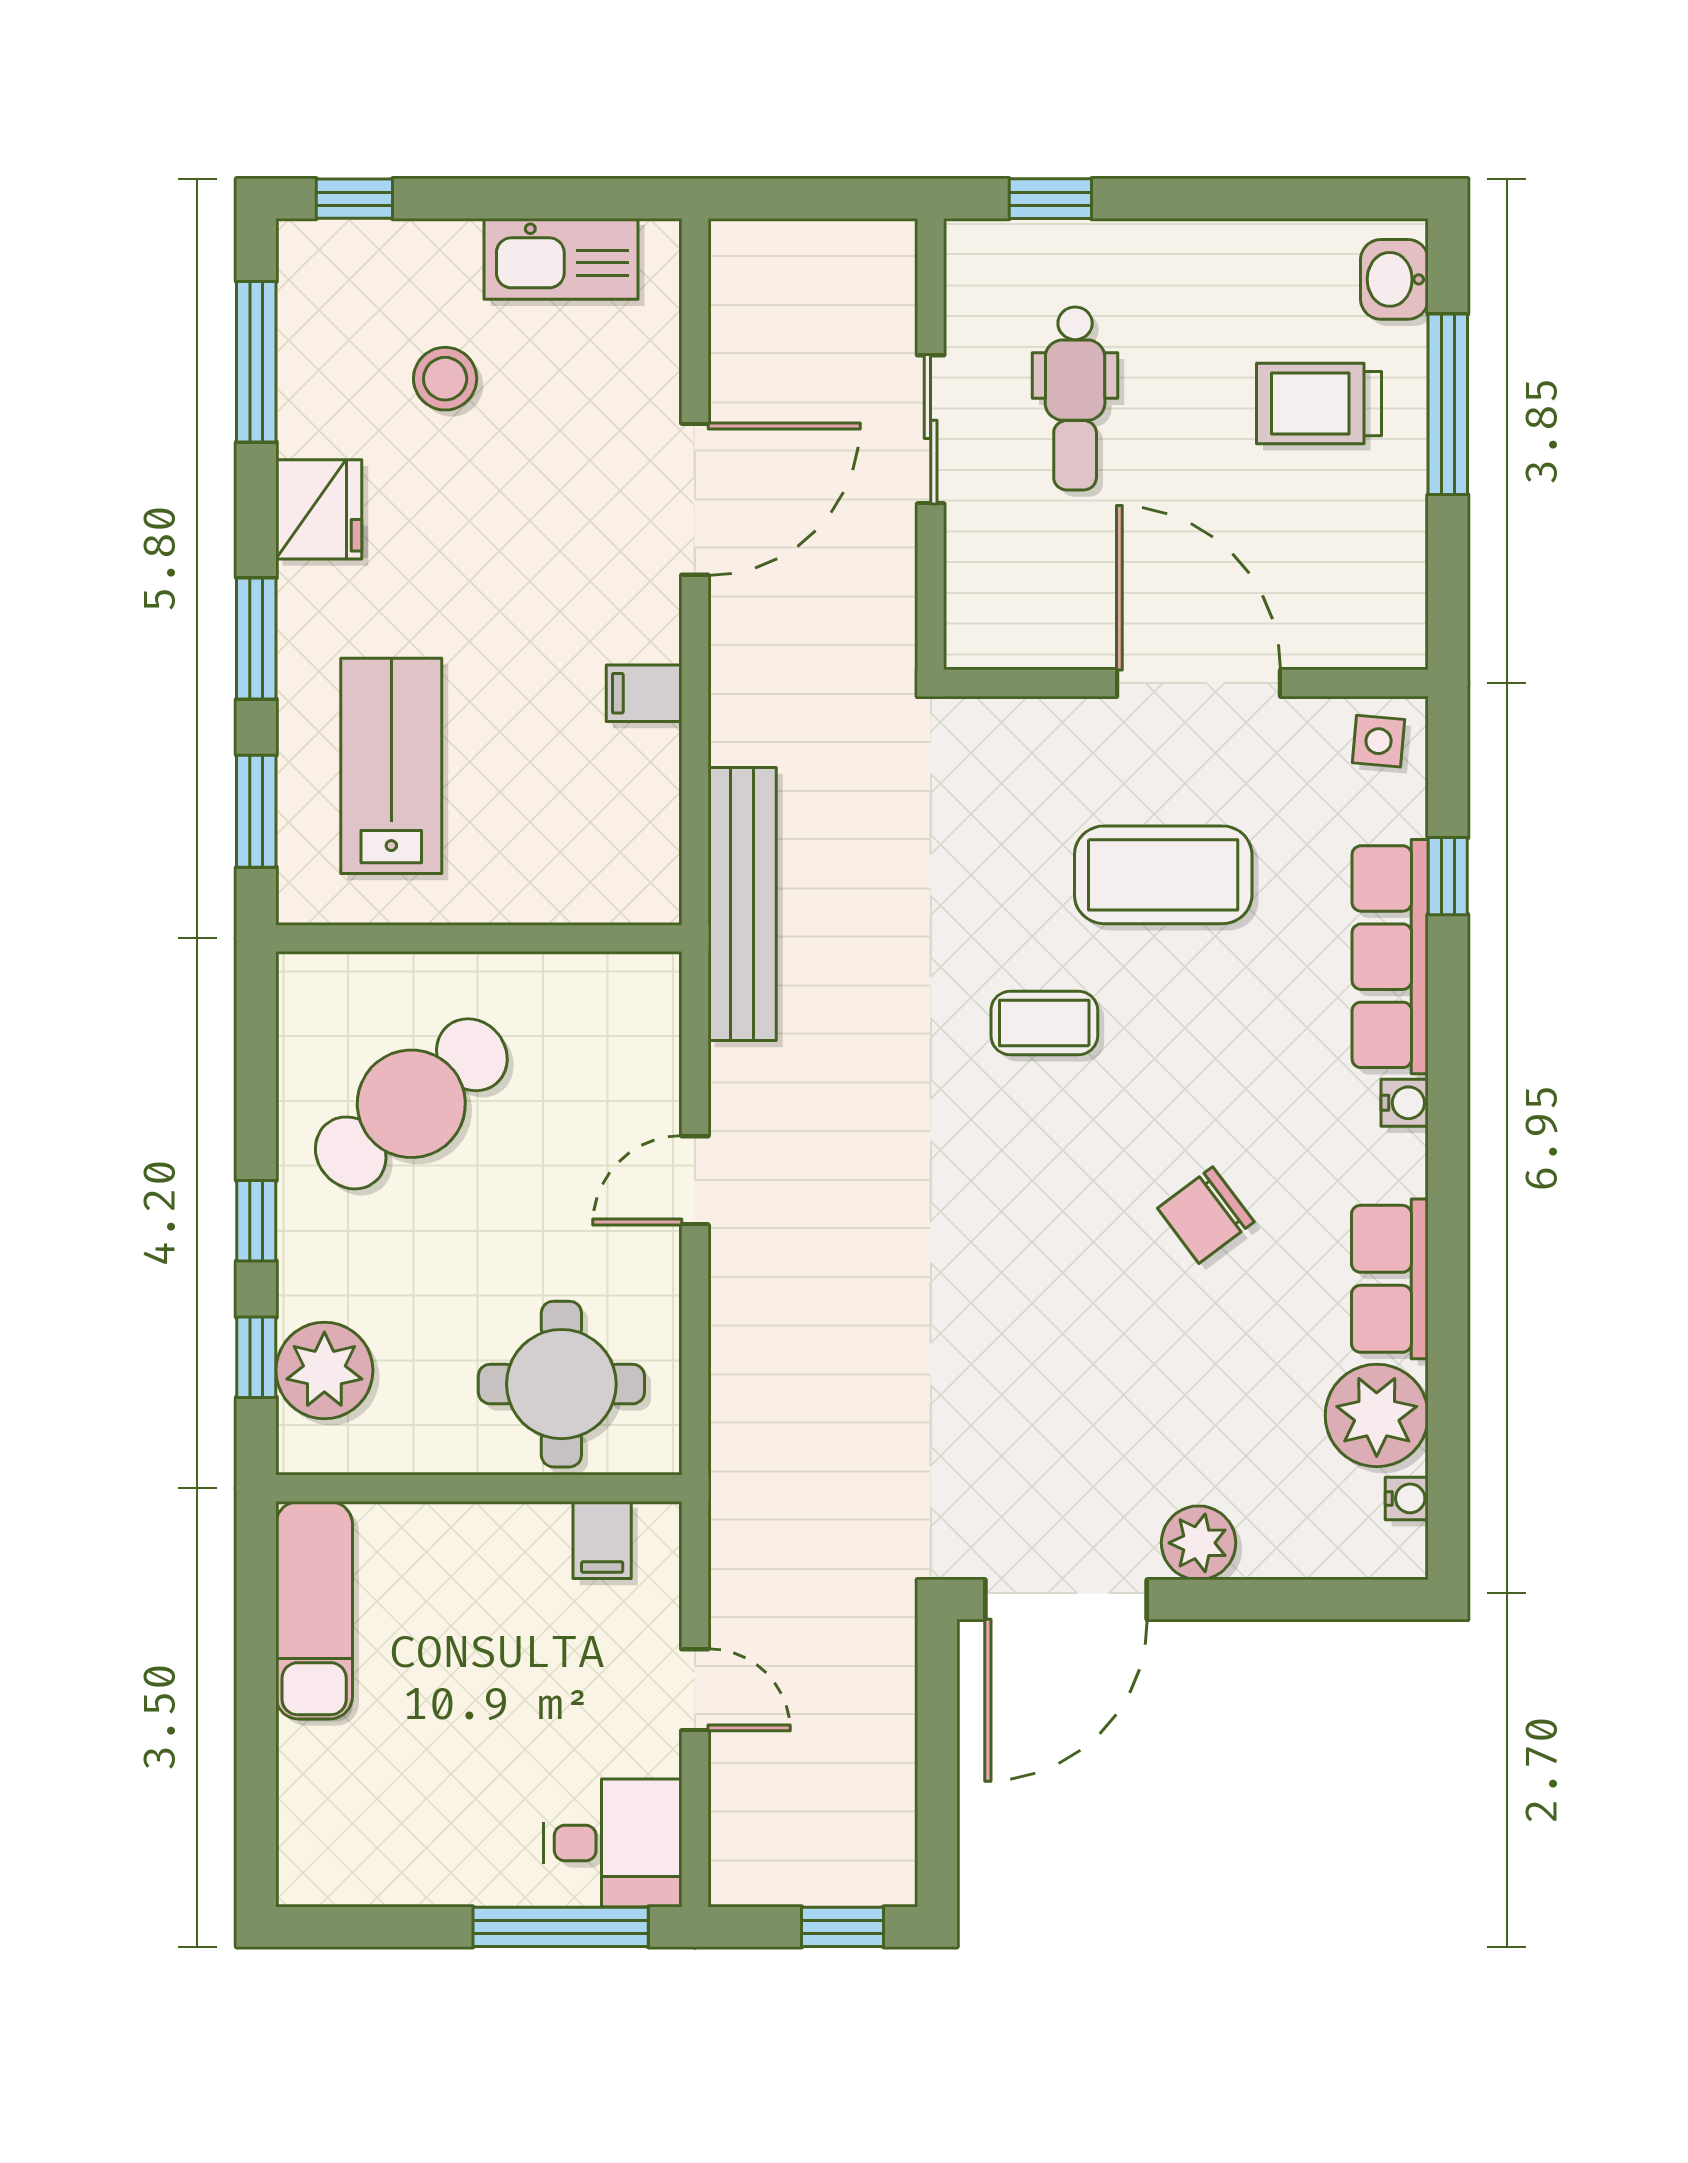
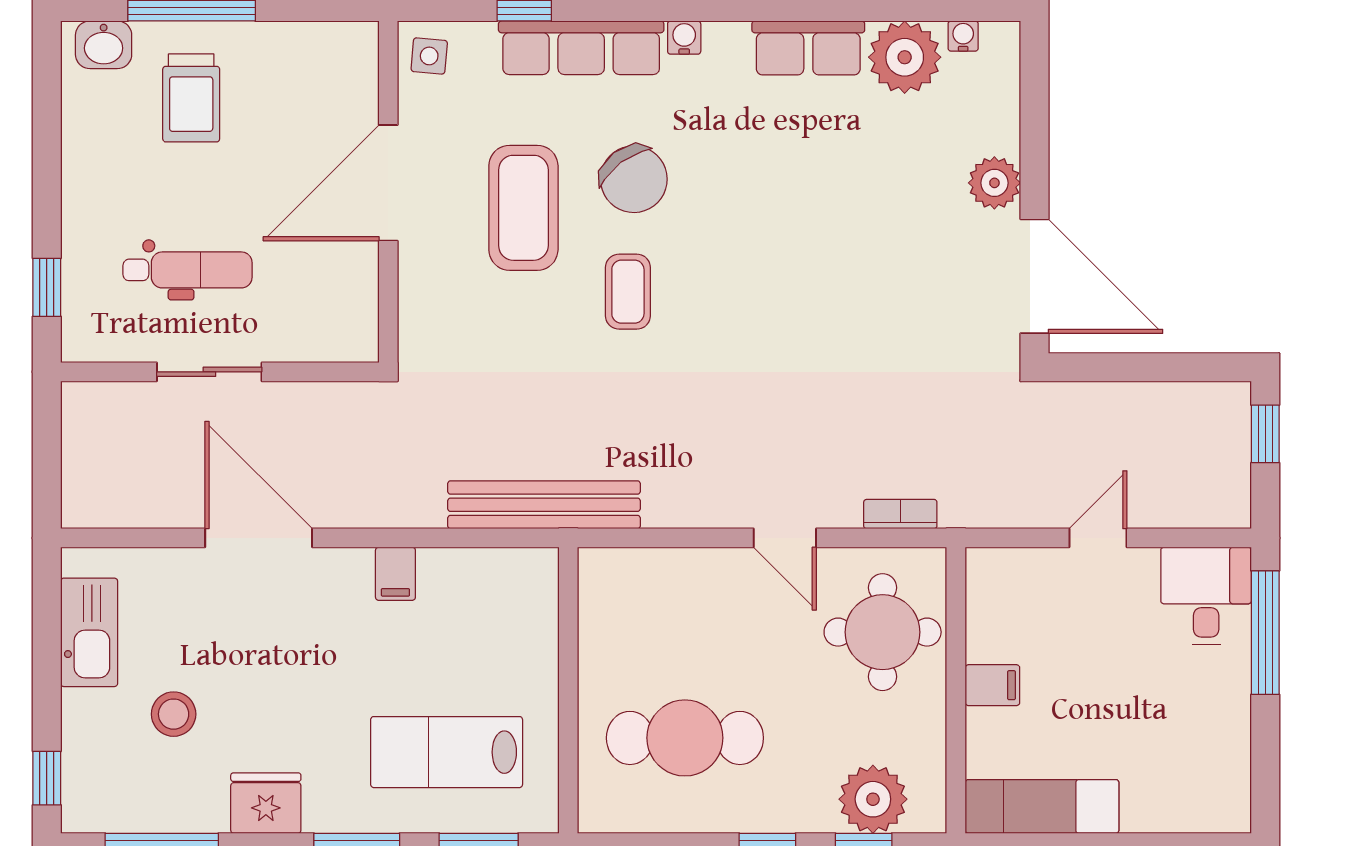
cafe table: (411, 1104) -> (685, 738), turned -51
door: (695, 1180) -> (785, 538), moved
chair: (1206, 1215) -> (634, 179), moved, width x1.37, depth x1.37
bookcase: (729, 1409) -> (900, 514), added
filing cabinet: (602, 1540) -> (992, 685), moved

